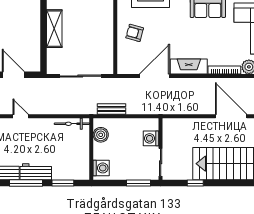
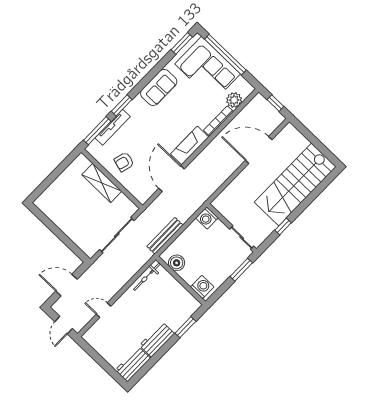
shelving: (54, 29) -> (102, 183), moved
bench: (111, 109) -> (165, 236), width x1.36
washing machine: (151, 138) -> (207, 218), moved
window: (26, 183) -> (158, 355), removed

